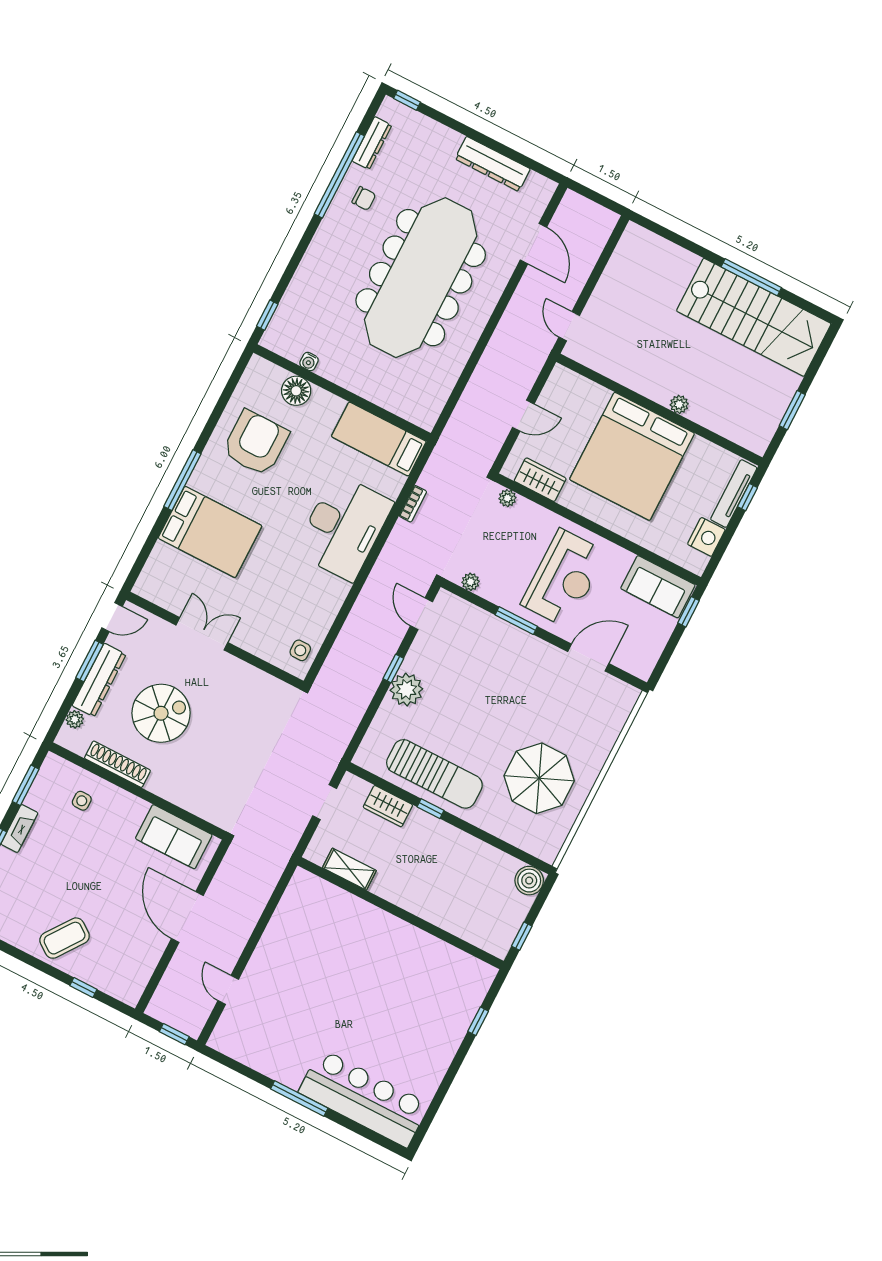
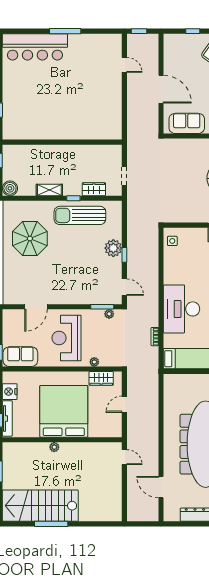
plant: (507, 498) -> (94, 362), moved
window: (516, 621) -> (102, 307), moved
shelving: (349, 869) -> (49, 190), moved

